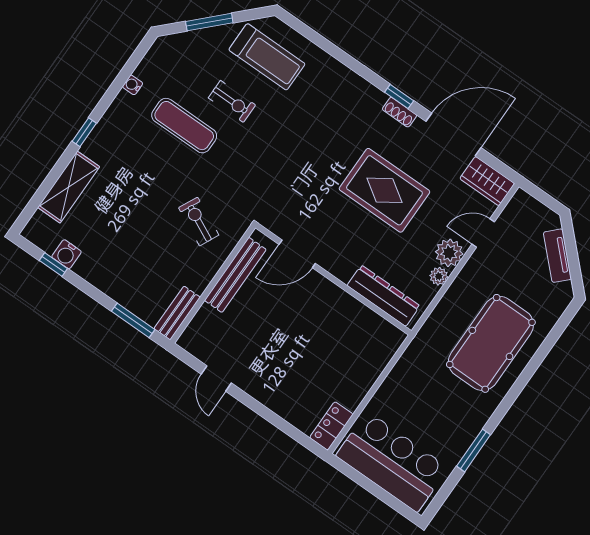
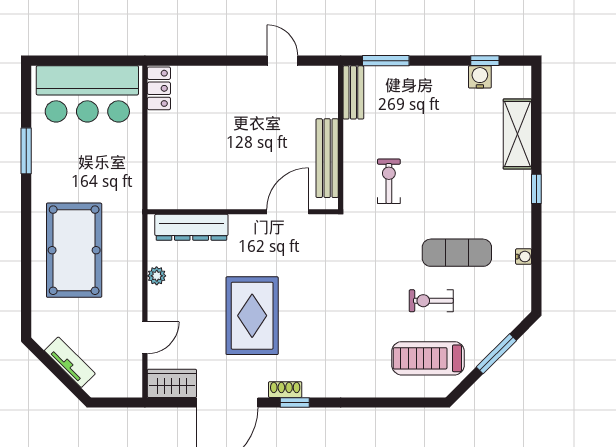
rug: (384, 190) -> (252, 316), turned 90
exercise bike: (199, 221) -> (389, 181), turned -116
plant: (449, 253) -> (162, 301), removed

